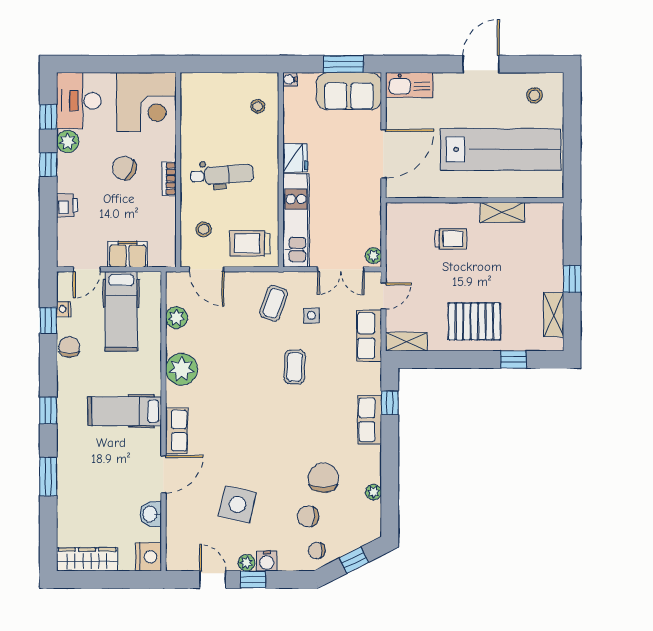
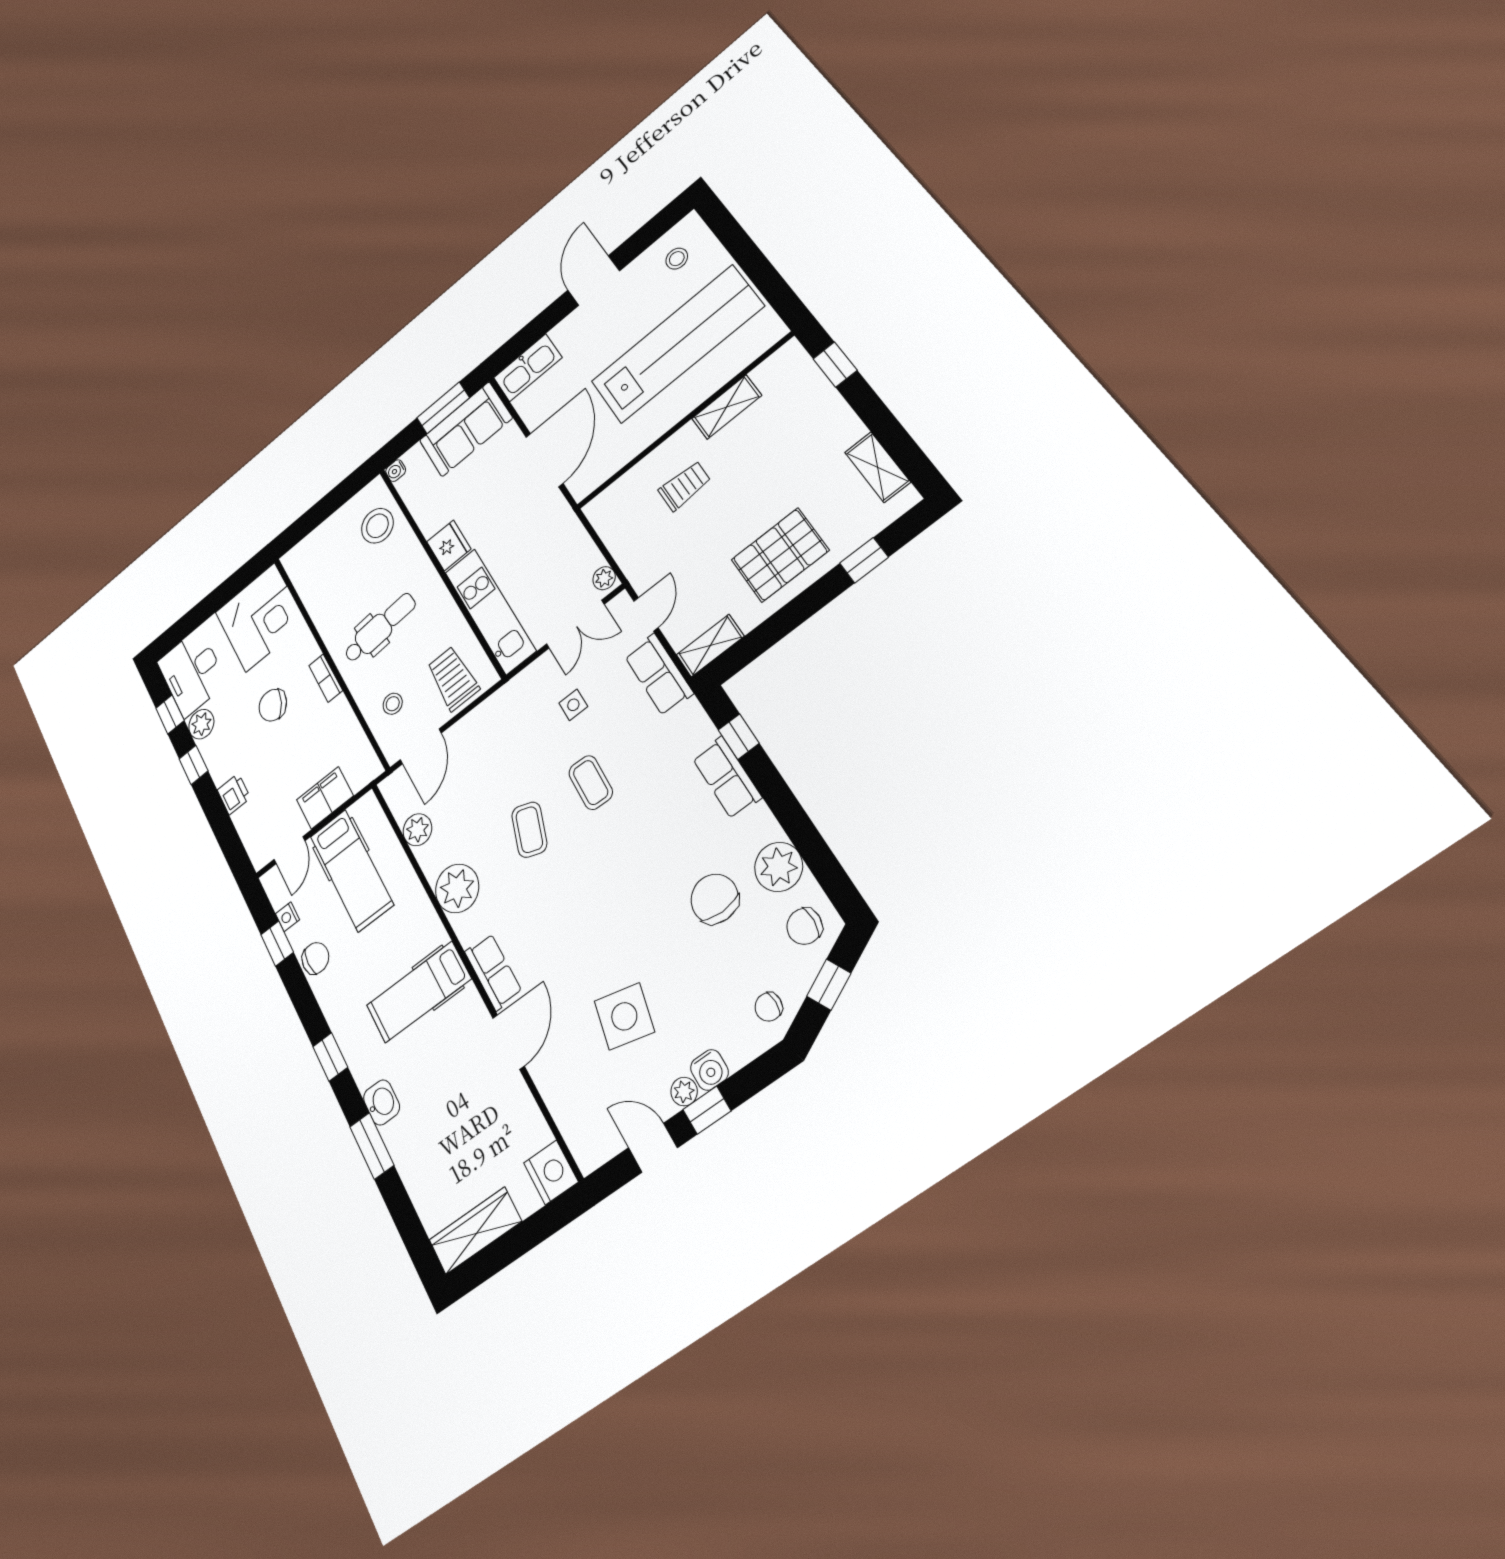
stool: (258, 106) -> (377, 526), width x1.89, depth x1.89
trolley: (250, 243) -> (453, 678), turned 90
door: (207, 269) -> (421, 746), hinge flipped
window: (572, 279) -> (835, 365), moved
coffee table: (274, 303) -> (529, 830), moved
chair: (69, 347) -> (315, 958), turned 90
plant: (374, 492) -> (779, 867), width x1.87, depth x1.87
washbasin: (151, 514) -> (382, 1102), moved, turned 180
chair: (308, 516) -> (804, 926), moved

